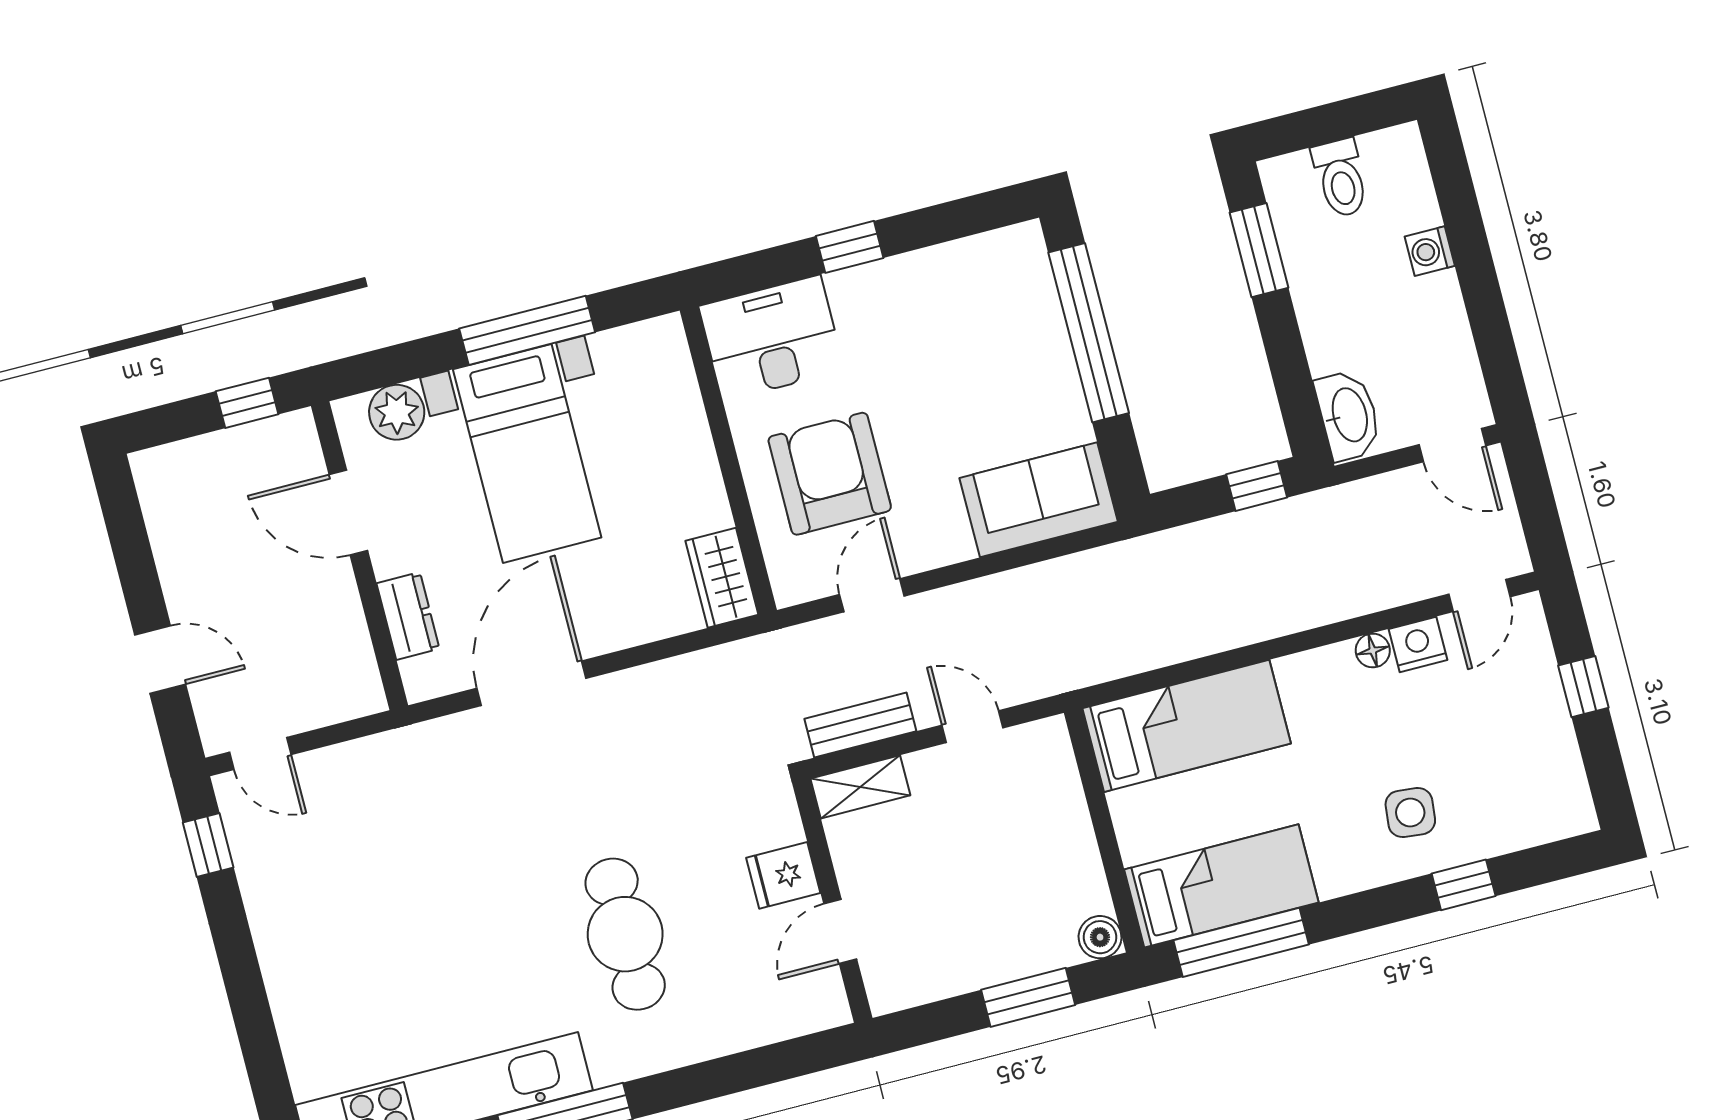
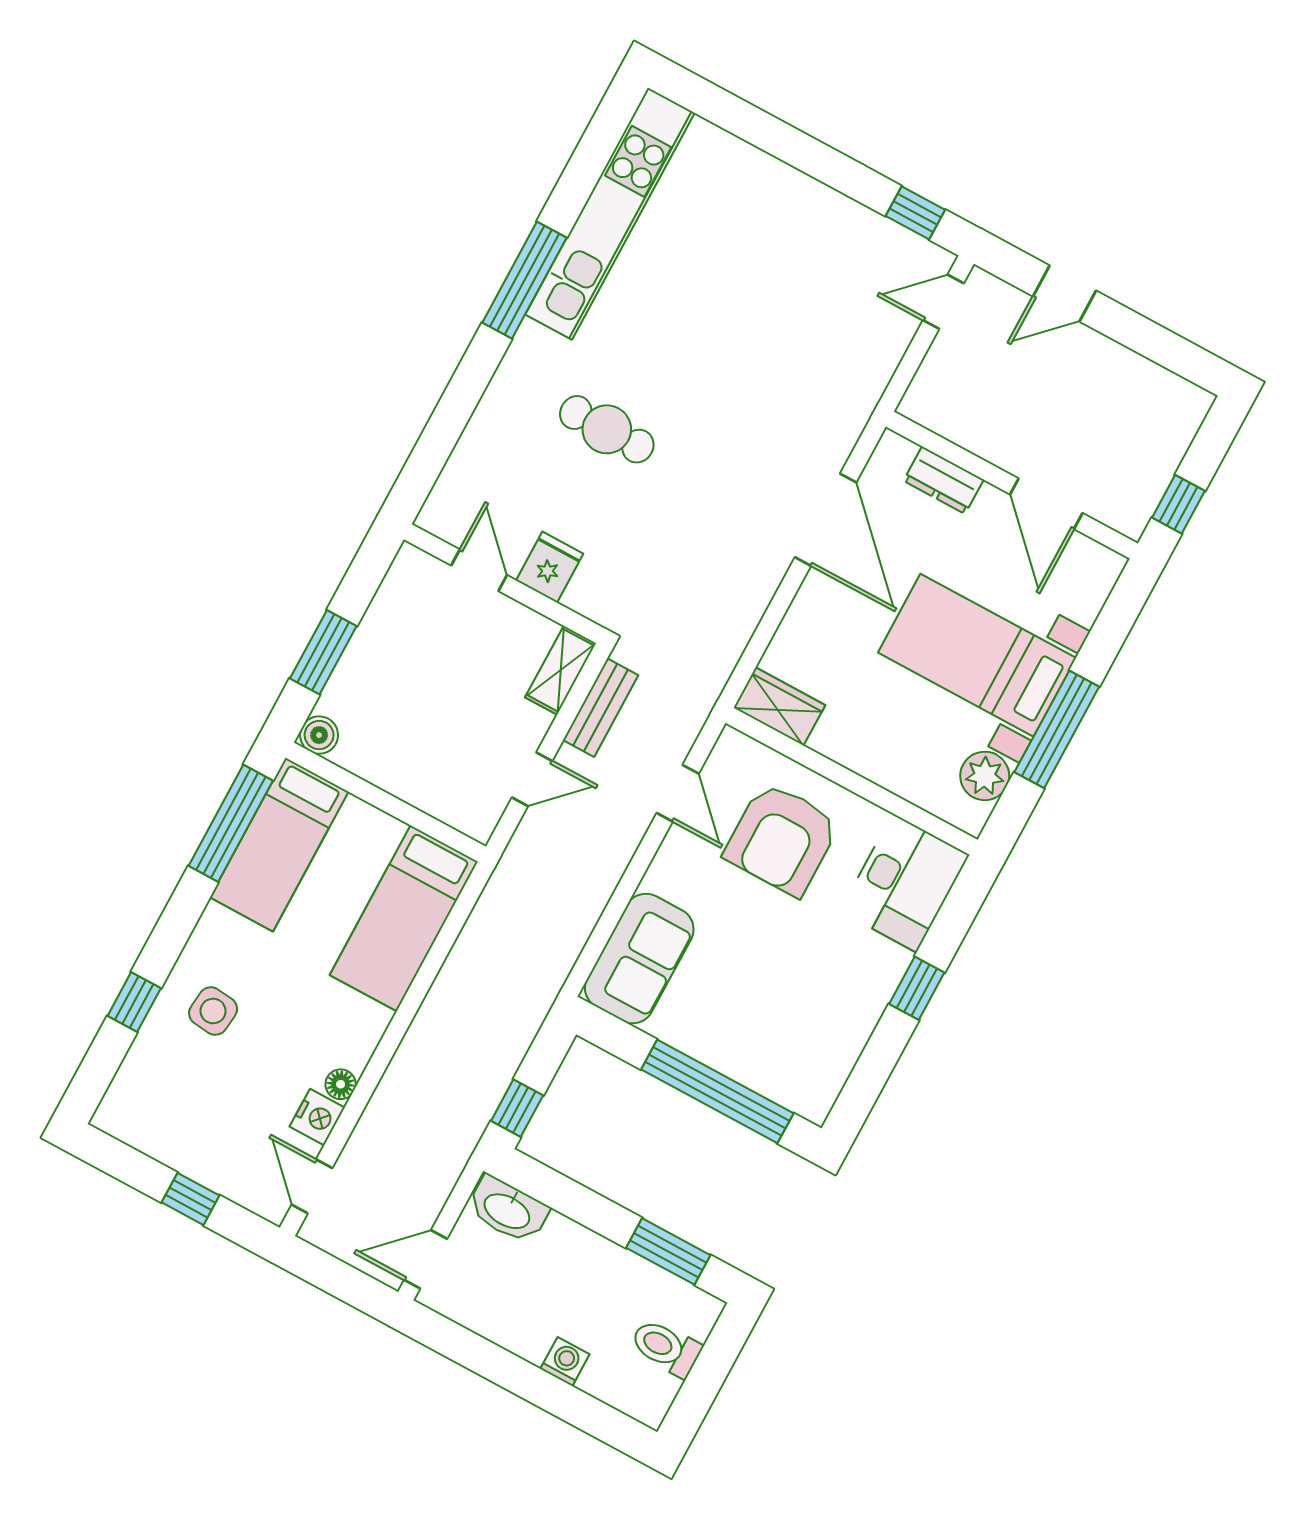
plant: (397, 412) -> (985, 776), moved
armchair: (830, 474) -> (782, 839), turned 90
door: (348, 513) -> (1046, 504), swing flipped
cafe table: (625, 934) -> (607, 429), width x0.73, depth x0.74

